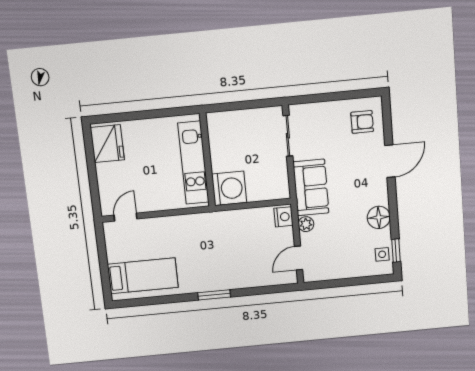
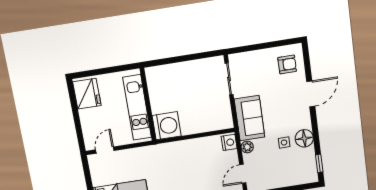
wall: (207, 160) -> (148, 104), moved
kitchen unit: (193, 163) -> (137, 107), moved
washing machine: (229, 188) -> (167, 126), moved
side table: (382, 254) -> (284, 143), moved

